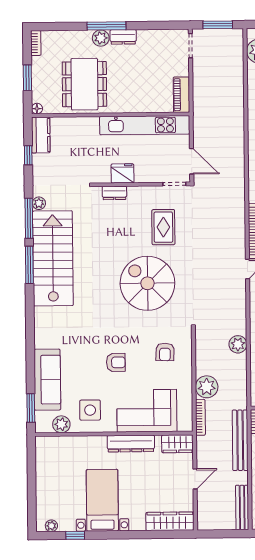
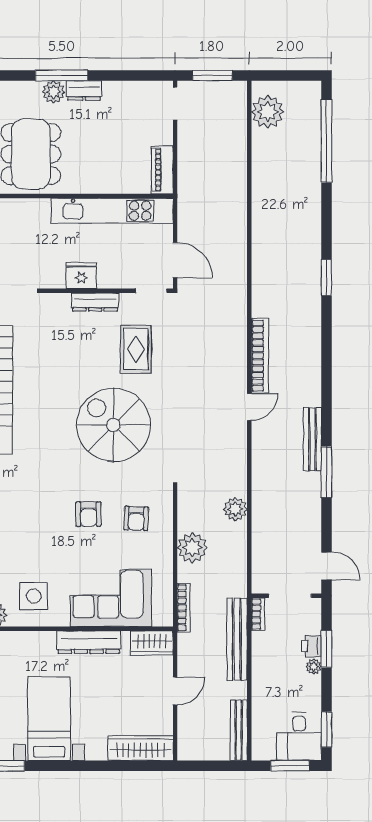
dresser: (114, 193) -> (95, 302), moved, width x1.44
armchair: (116, 362) -> (89, 514), moved, turned 90
plant: (207, 387) -> (192, 548), moved

